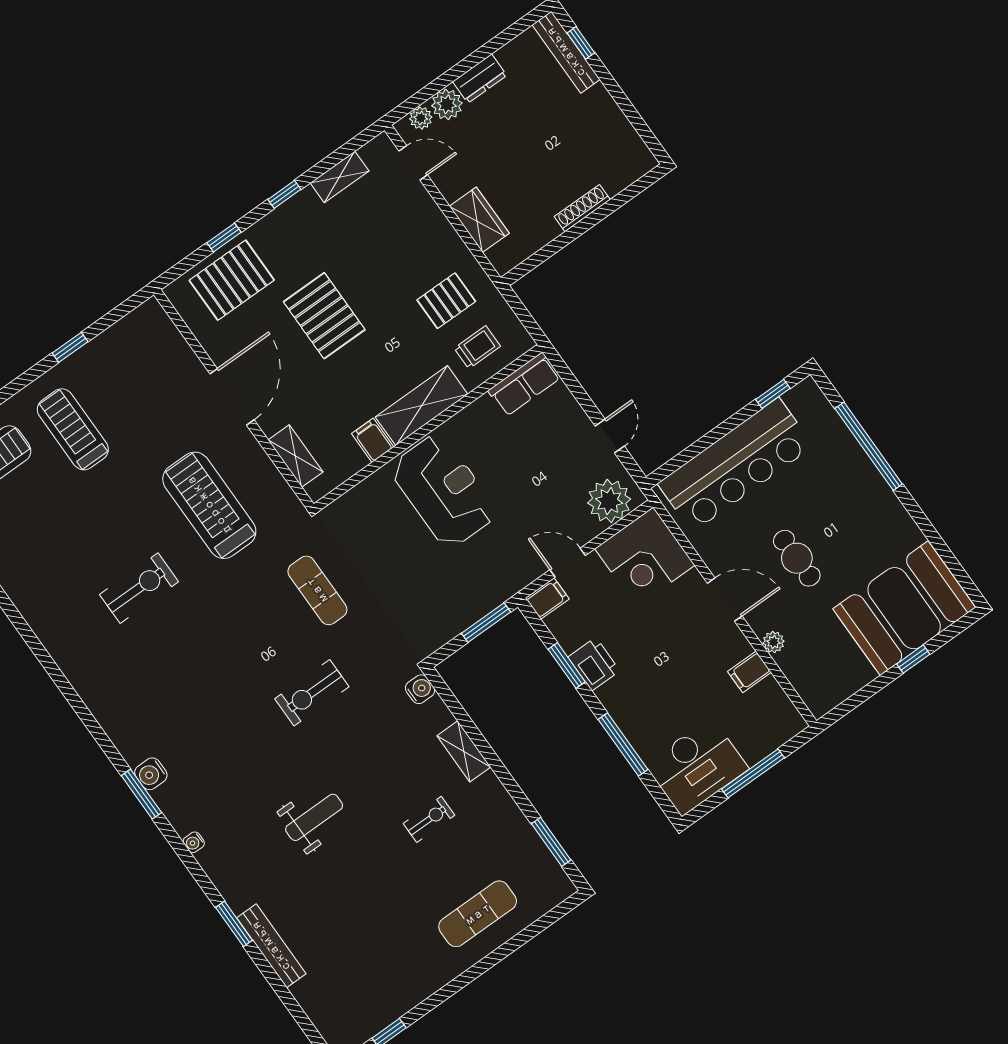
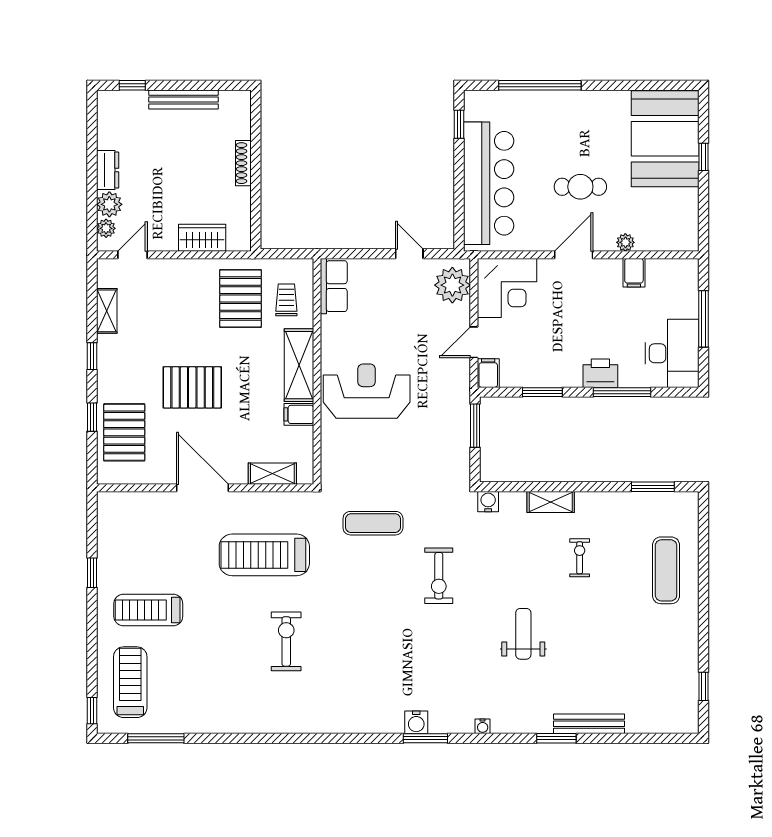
bench: (566, 52) -> (183, 100), moved
pallet: (446, 301) -> (241, 298), width x1.50, depth x1.42
printer: (594, 664) -> (600, 373), moved

